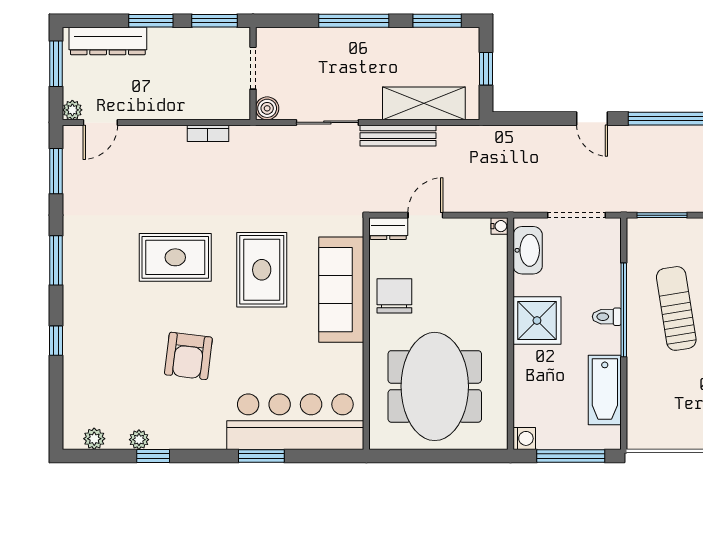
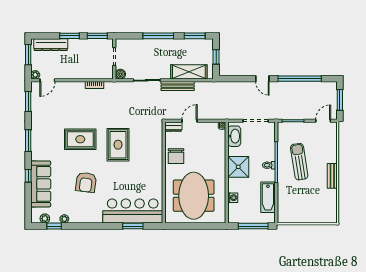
sofa: (341, 290) -> (41, 184), moved, turned 180
chair: (394, 296) -> (176, 156), turned 180
washing machine: (524, 438) -> (233, 198), moved
window: (153, 456) -> (54, 226), moved
window: (261, 456) -> (133, 226), moved

